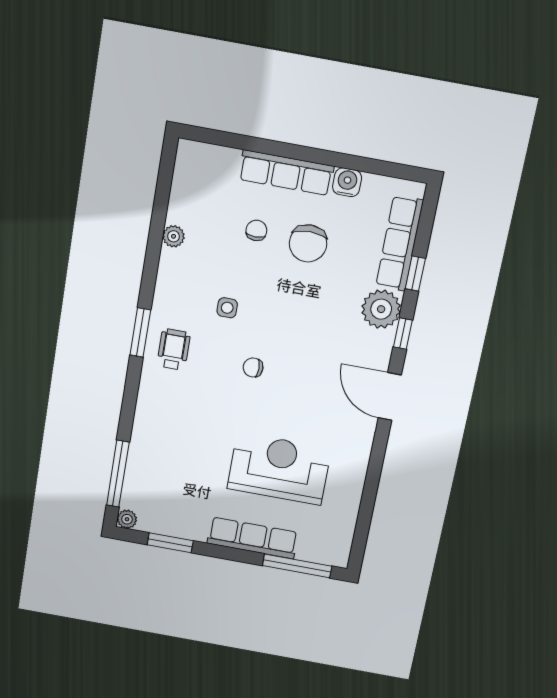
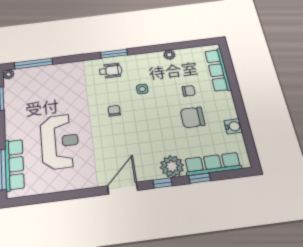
row of seats: (286, 173) -> (218, 70), moved
row of seats: (253, 538) -> (14, 164), moved

